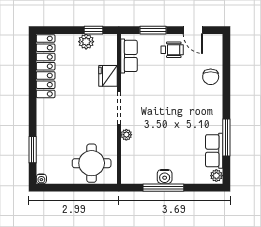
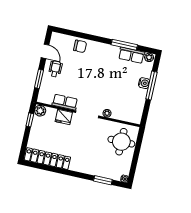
door: (193, 30) -> (45, 51), hinge flipped
plant: (86, 42) -> (40, 111), moved
row of seats: (129, 56) -> (65, 102), moved
water cooler: (165, 177) -> (144, 83), moved
window: (163, 188) -> (151, 85), moved

